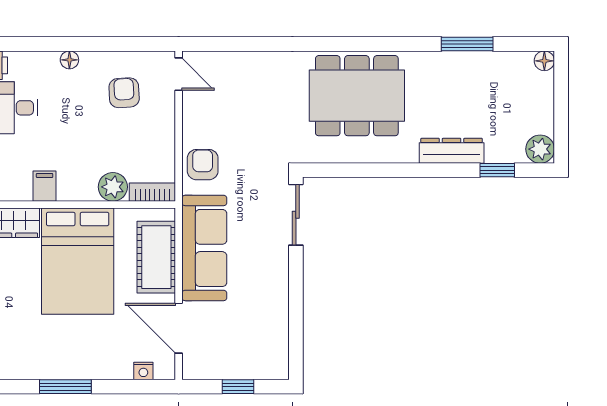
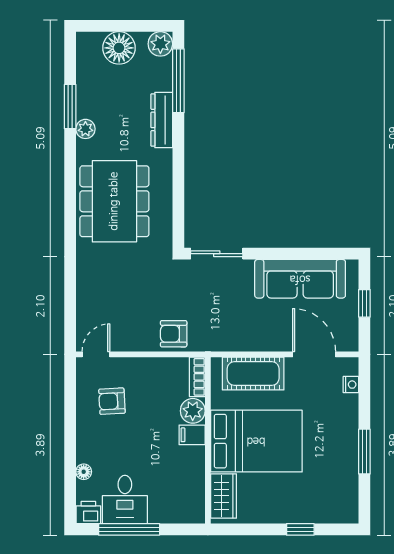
floor lamp: (69, 60) -> (84, 472), moved
floor lamp: (544, 61) -> (119, 48), moved, width x1.89, depth x1.89
plant: (441, 62) -> (85, 129), added
window: (497, 170) -> (178, 81), width x2.17
filing cabinet: (45, 186) -> (192, 435), moved
sofa: (204, 248) -> (300, 279), moved, turned 180
door: (179, 328) -> (314, 354), swing flipped

